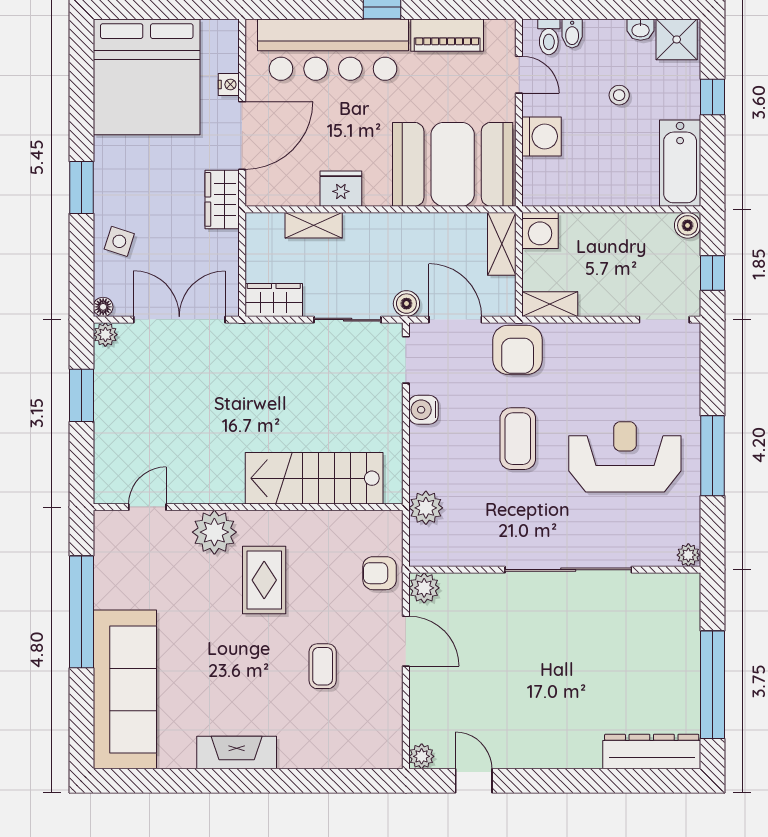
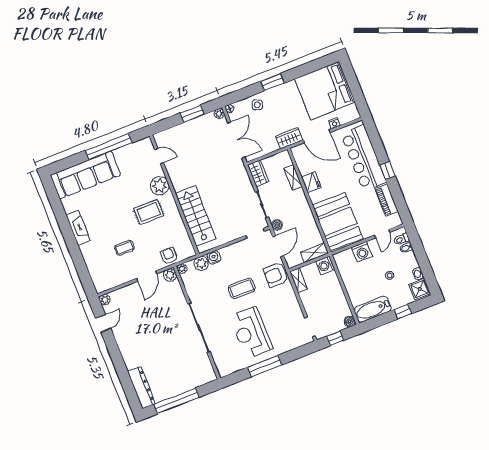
water cooler: (423, 410) -> (214, 257), moved
reception desk: (625, 457) -> (251, 332), turned 180
plant: (688, 555) -> (182, 269), moved

